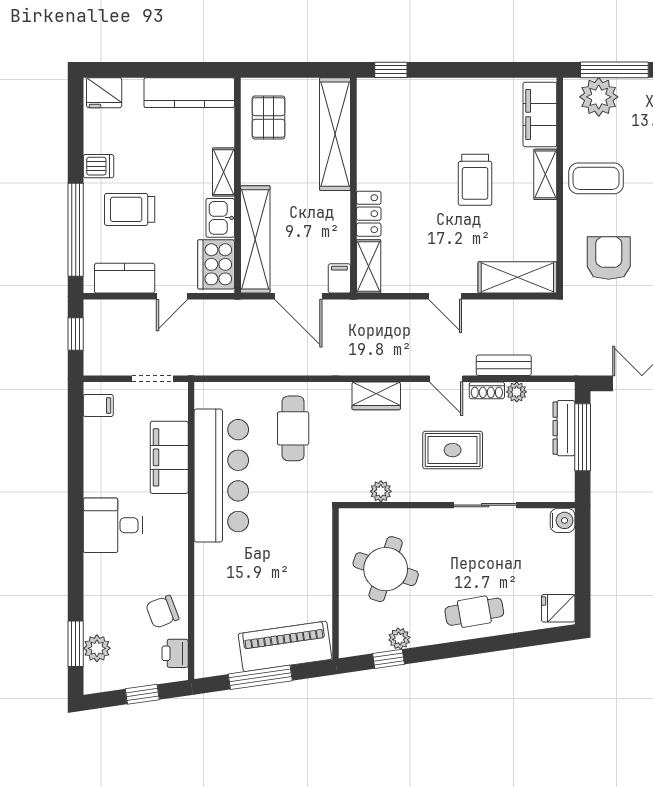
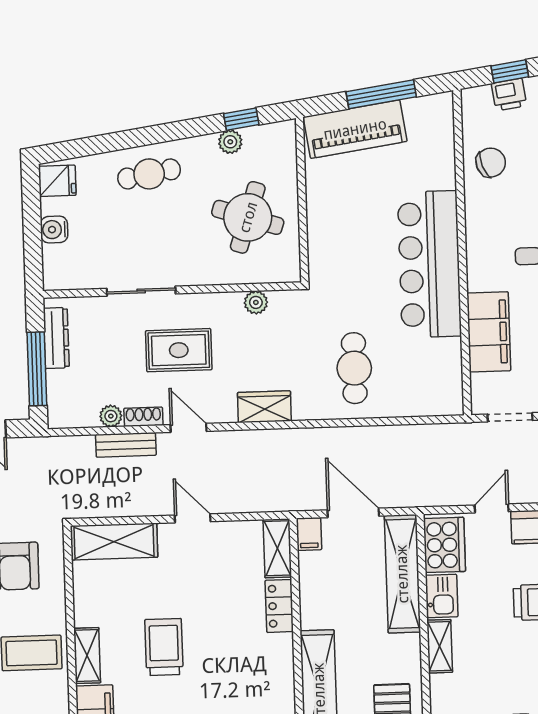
dresser: (564, 428) -> (56, 338), moved
bar counter: (221, 476) -> (429, 264), moved
water cooler: (563, 520) -> (54, 230), moved
printer: (175, 653) -> (509, 95), moved, turned 82

